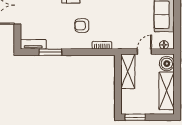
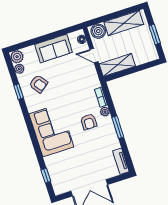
plant: (87, 45) -> (105, 112), added
window: (50, 52) -> (118, 127), moved
window: (135, 117) -> (155, 34), moved

